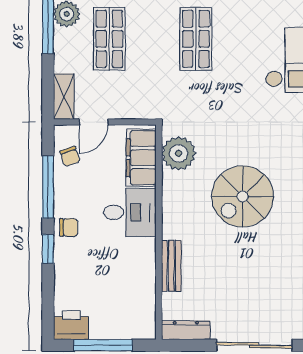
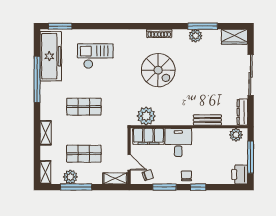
window: (48, 187) -> (164, 187), width x0.69
spiral stairs: (243, 196) -> (158, 70), moved
plant: (144, 318) -> (236, 135), added

